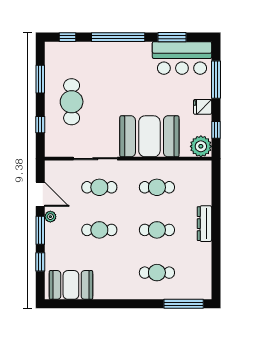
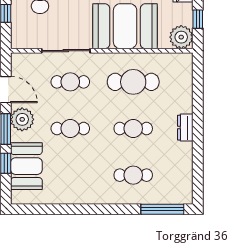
cafe table: (157, 187) -> (133, 82), width x1.37, depth x1.35
plant: (50, 217) -> (22, 119), width x1.88, depth x1.88
dresser: (205, 224) -> (185, 128), width x0.70
booth: (71, 285) -> (26, 166), moved, turned 90

